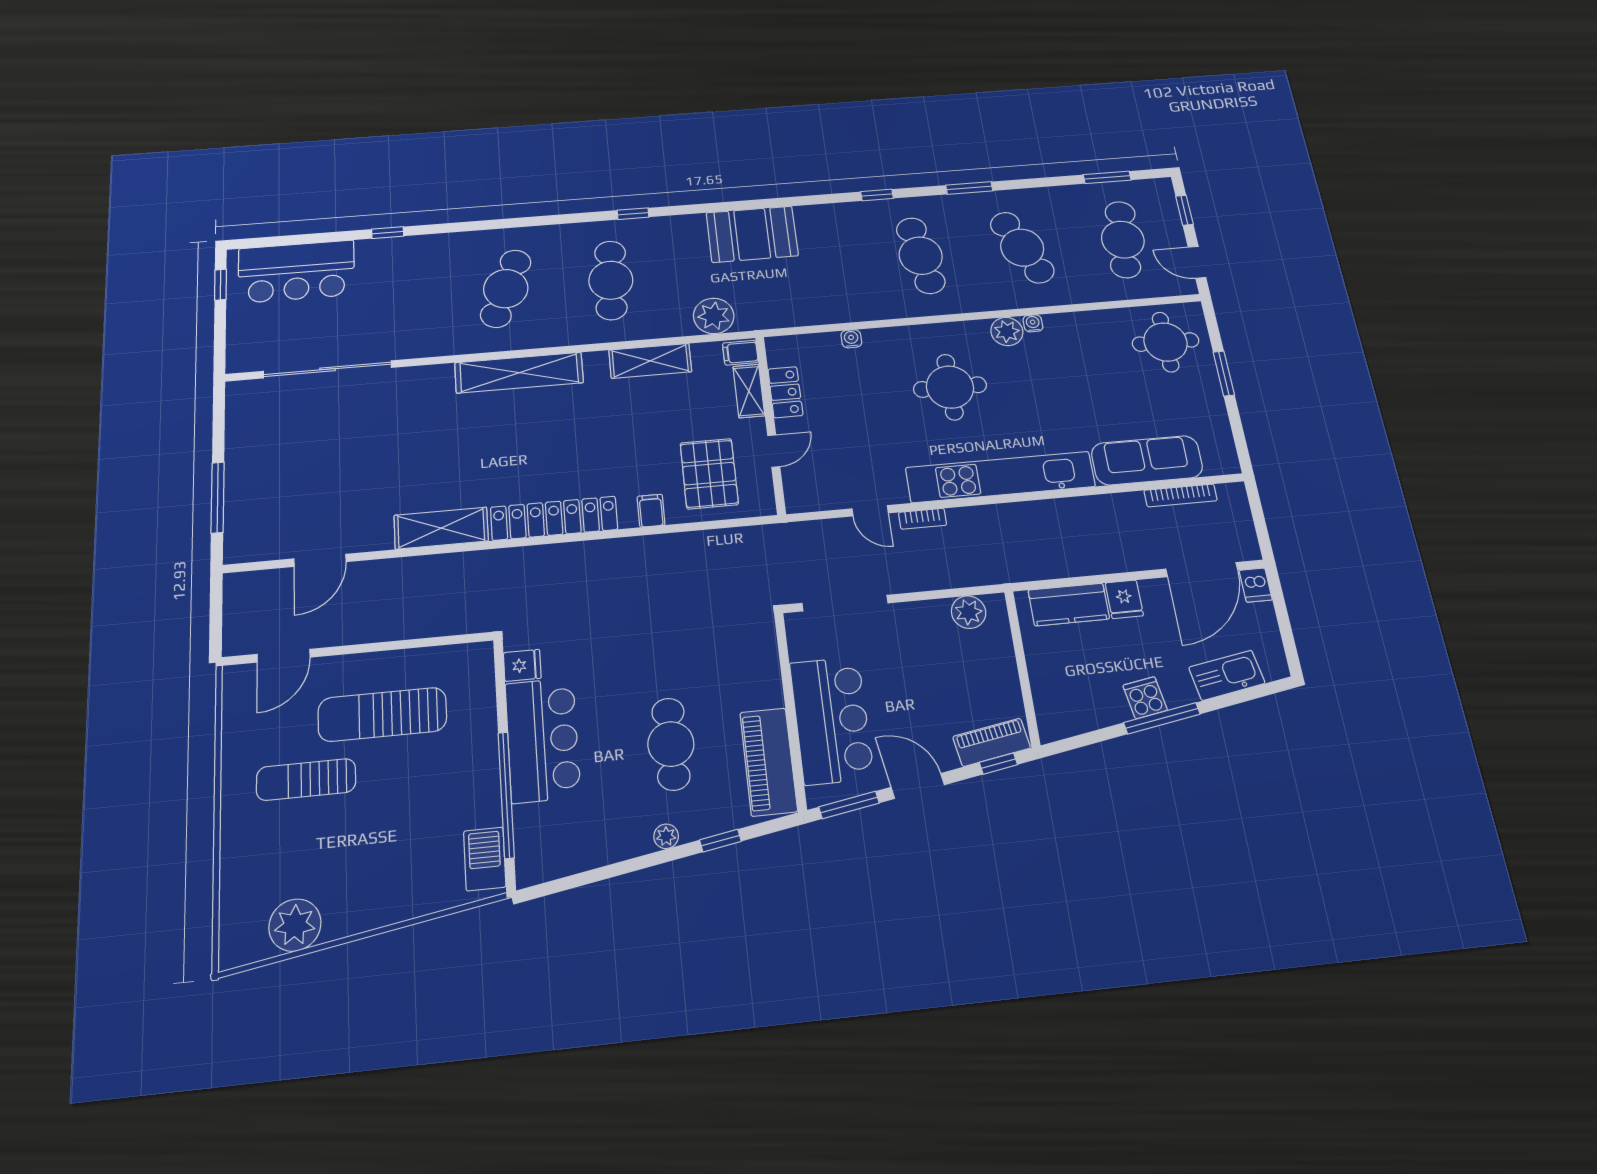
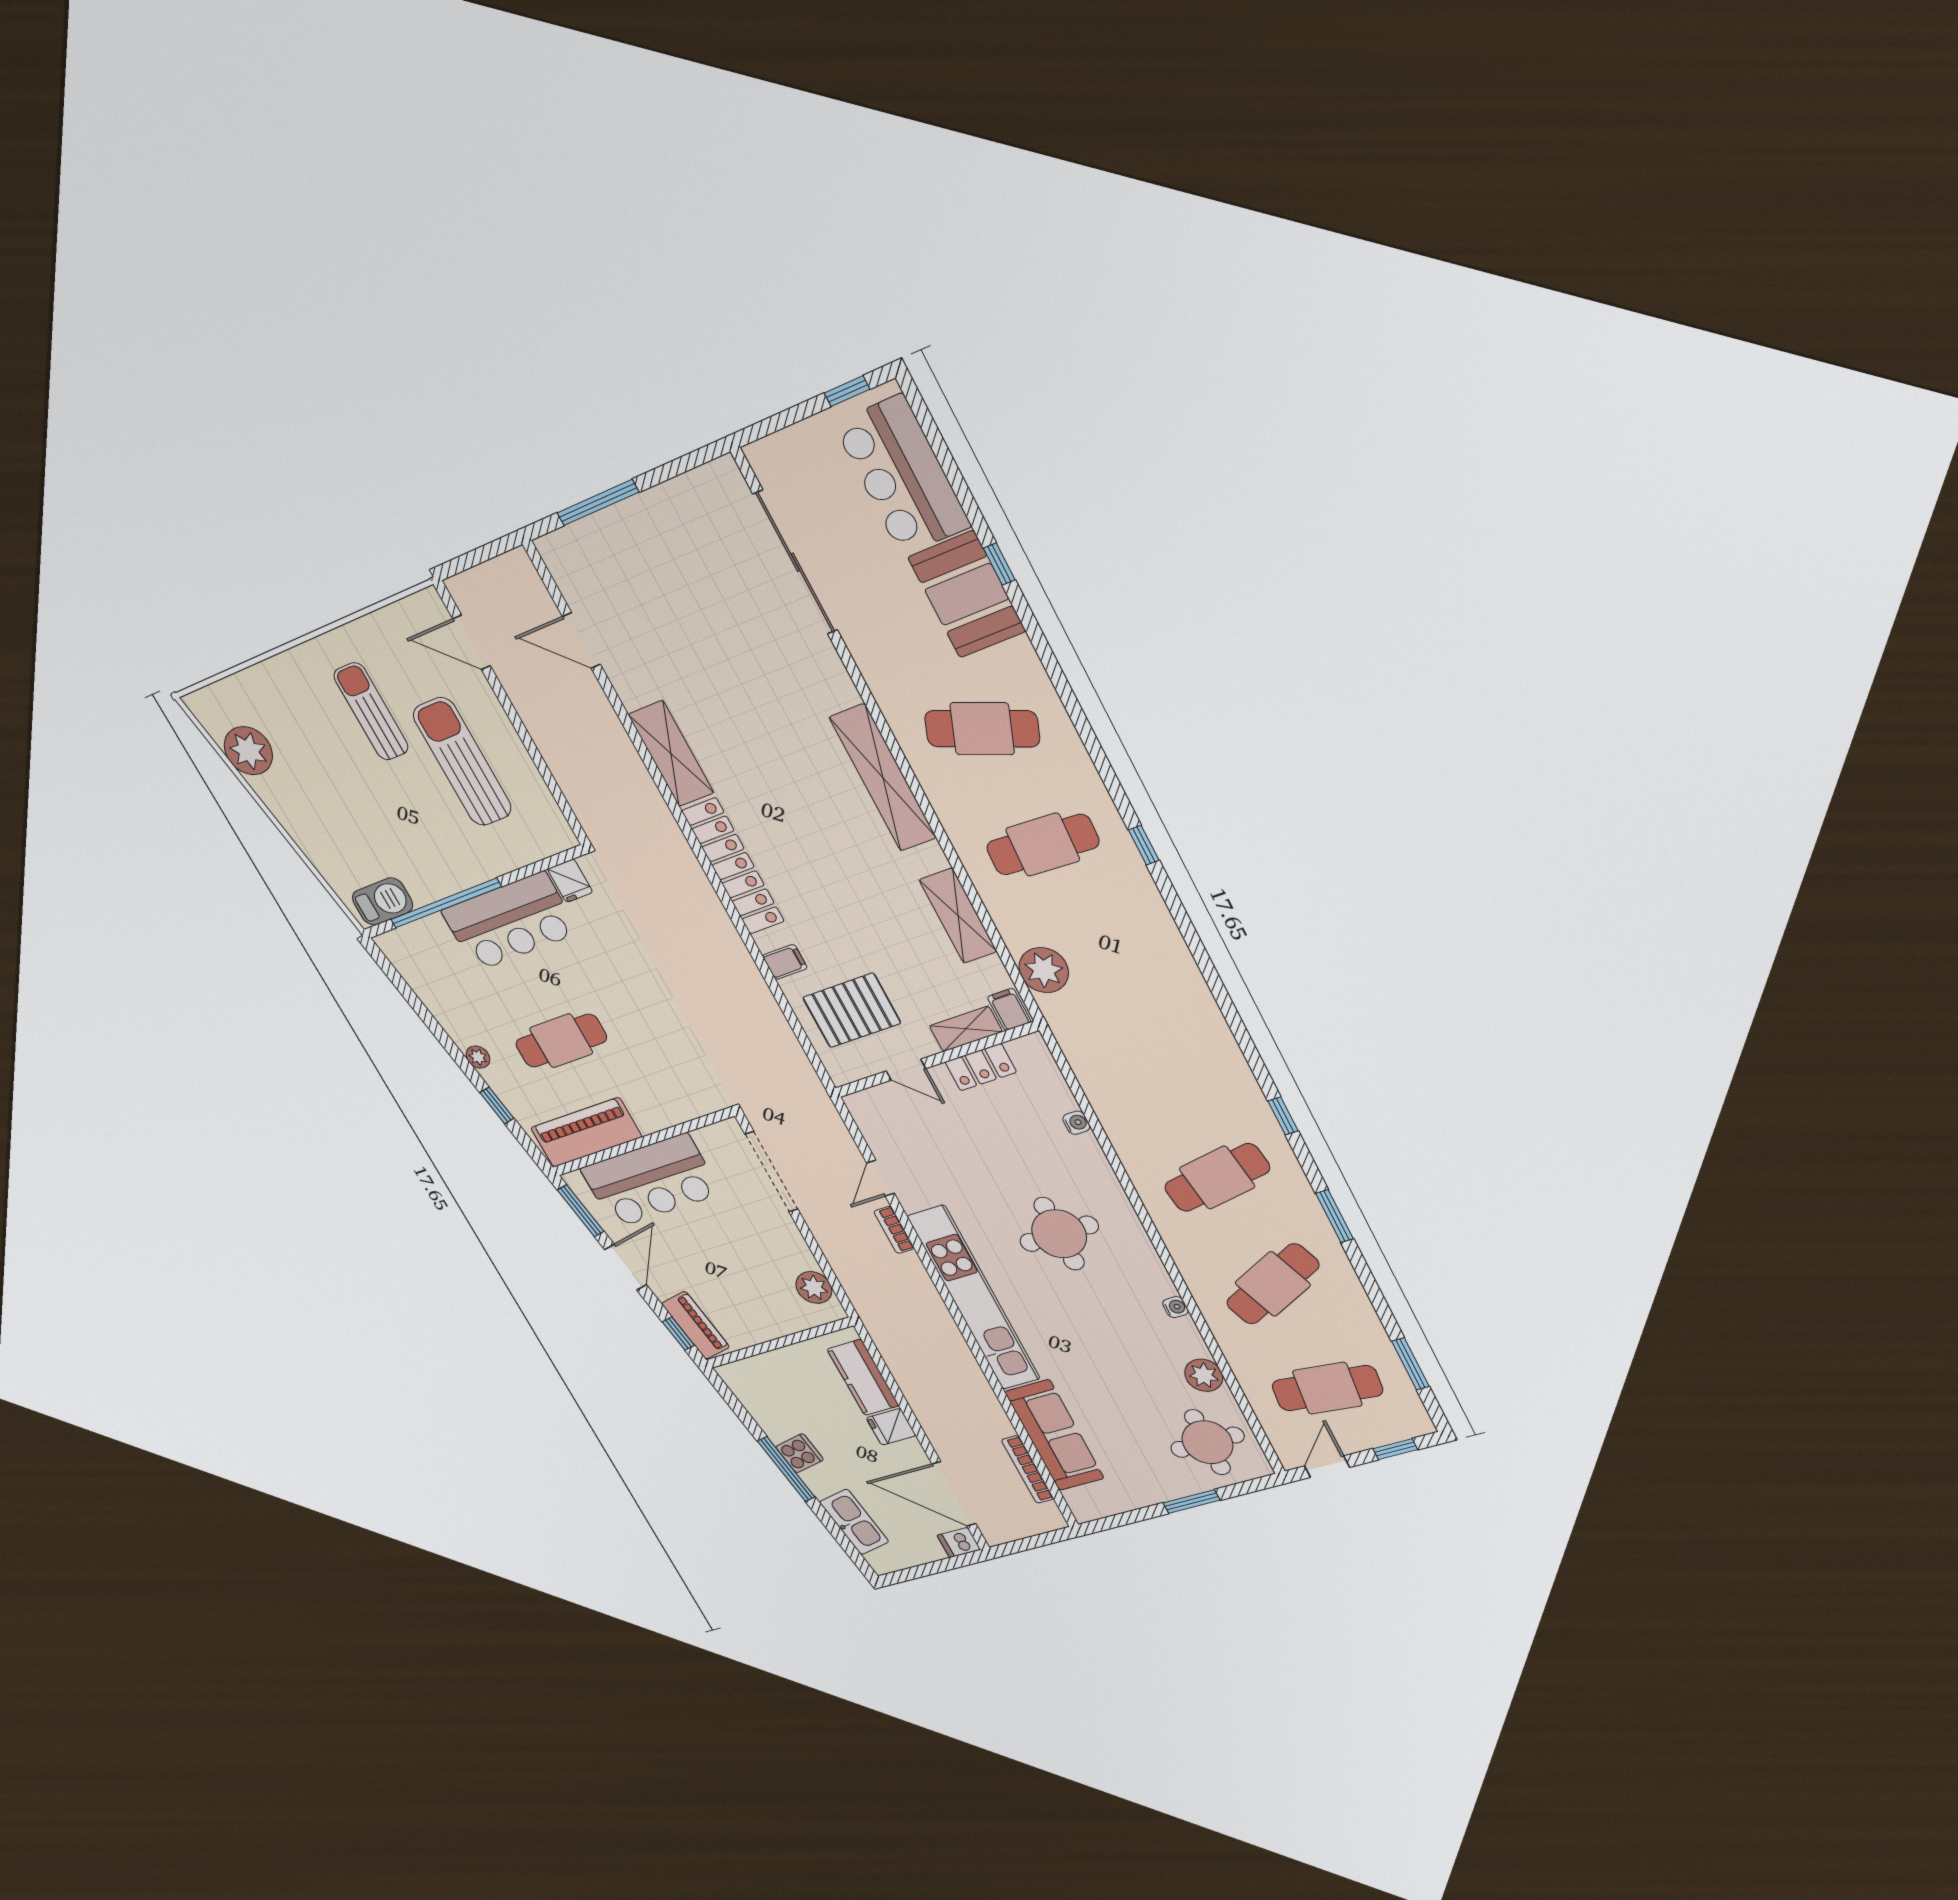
booth: (752, 234) -> (967, 594), moved
plant: (1007, 331) -> (1204, 1375), moved

